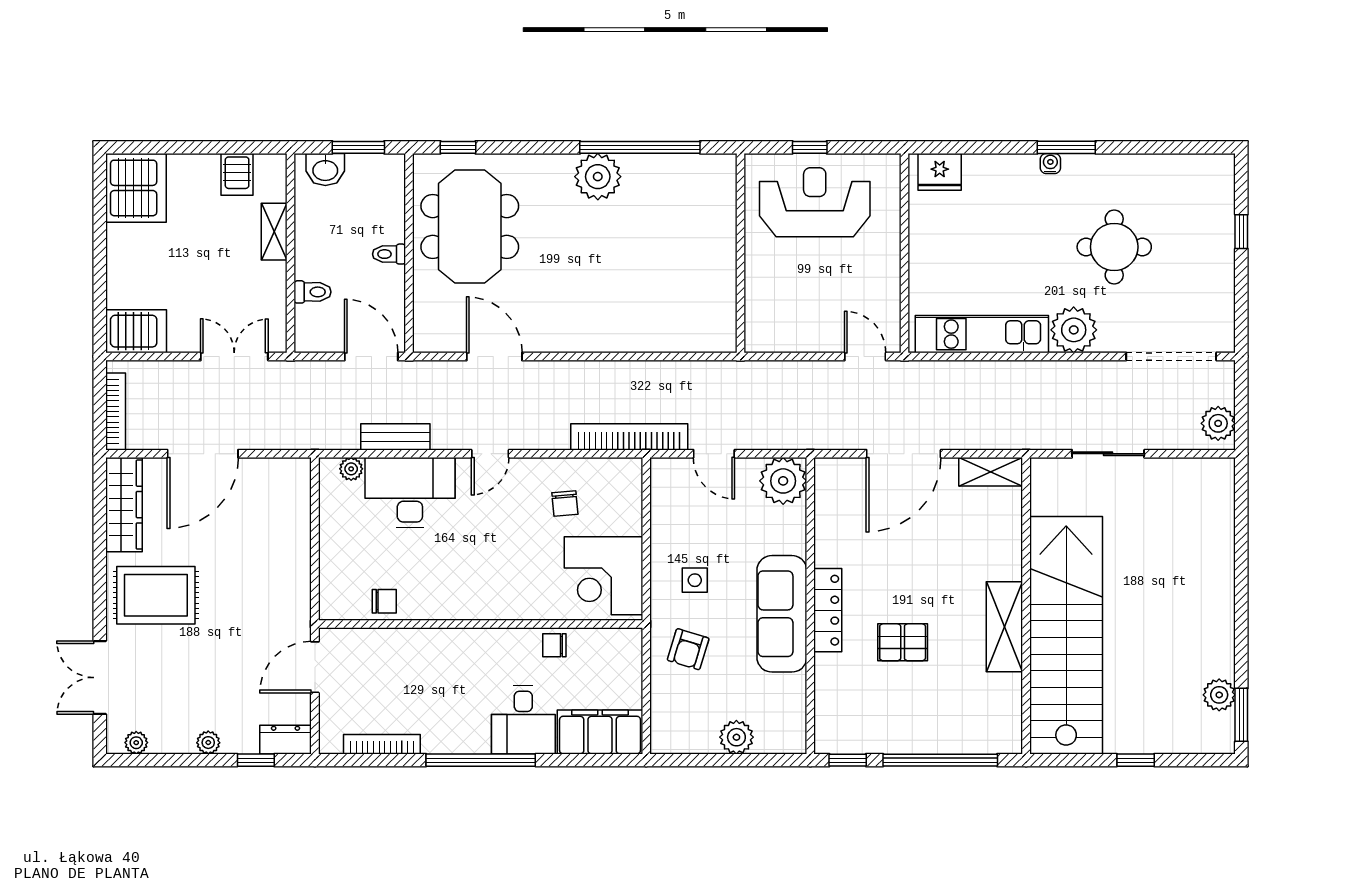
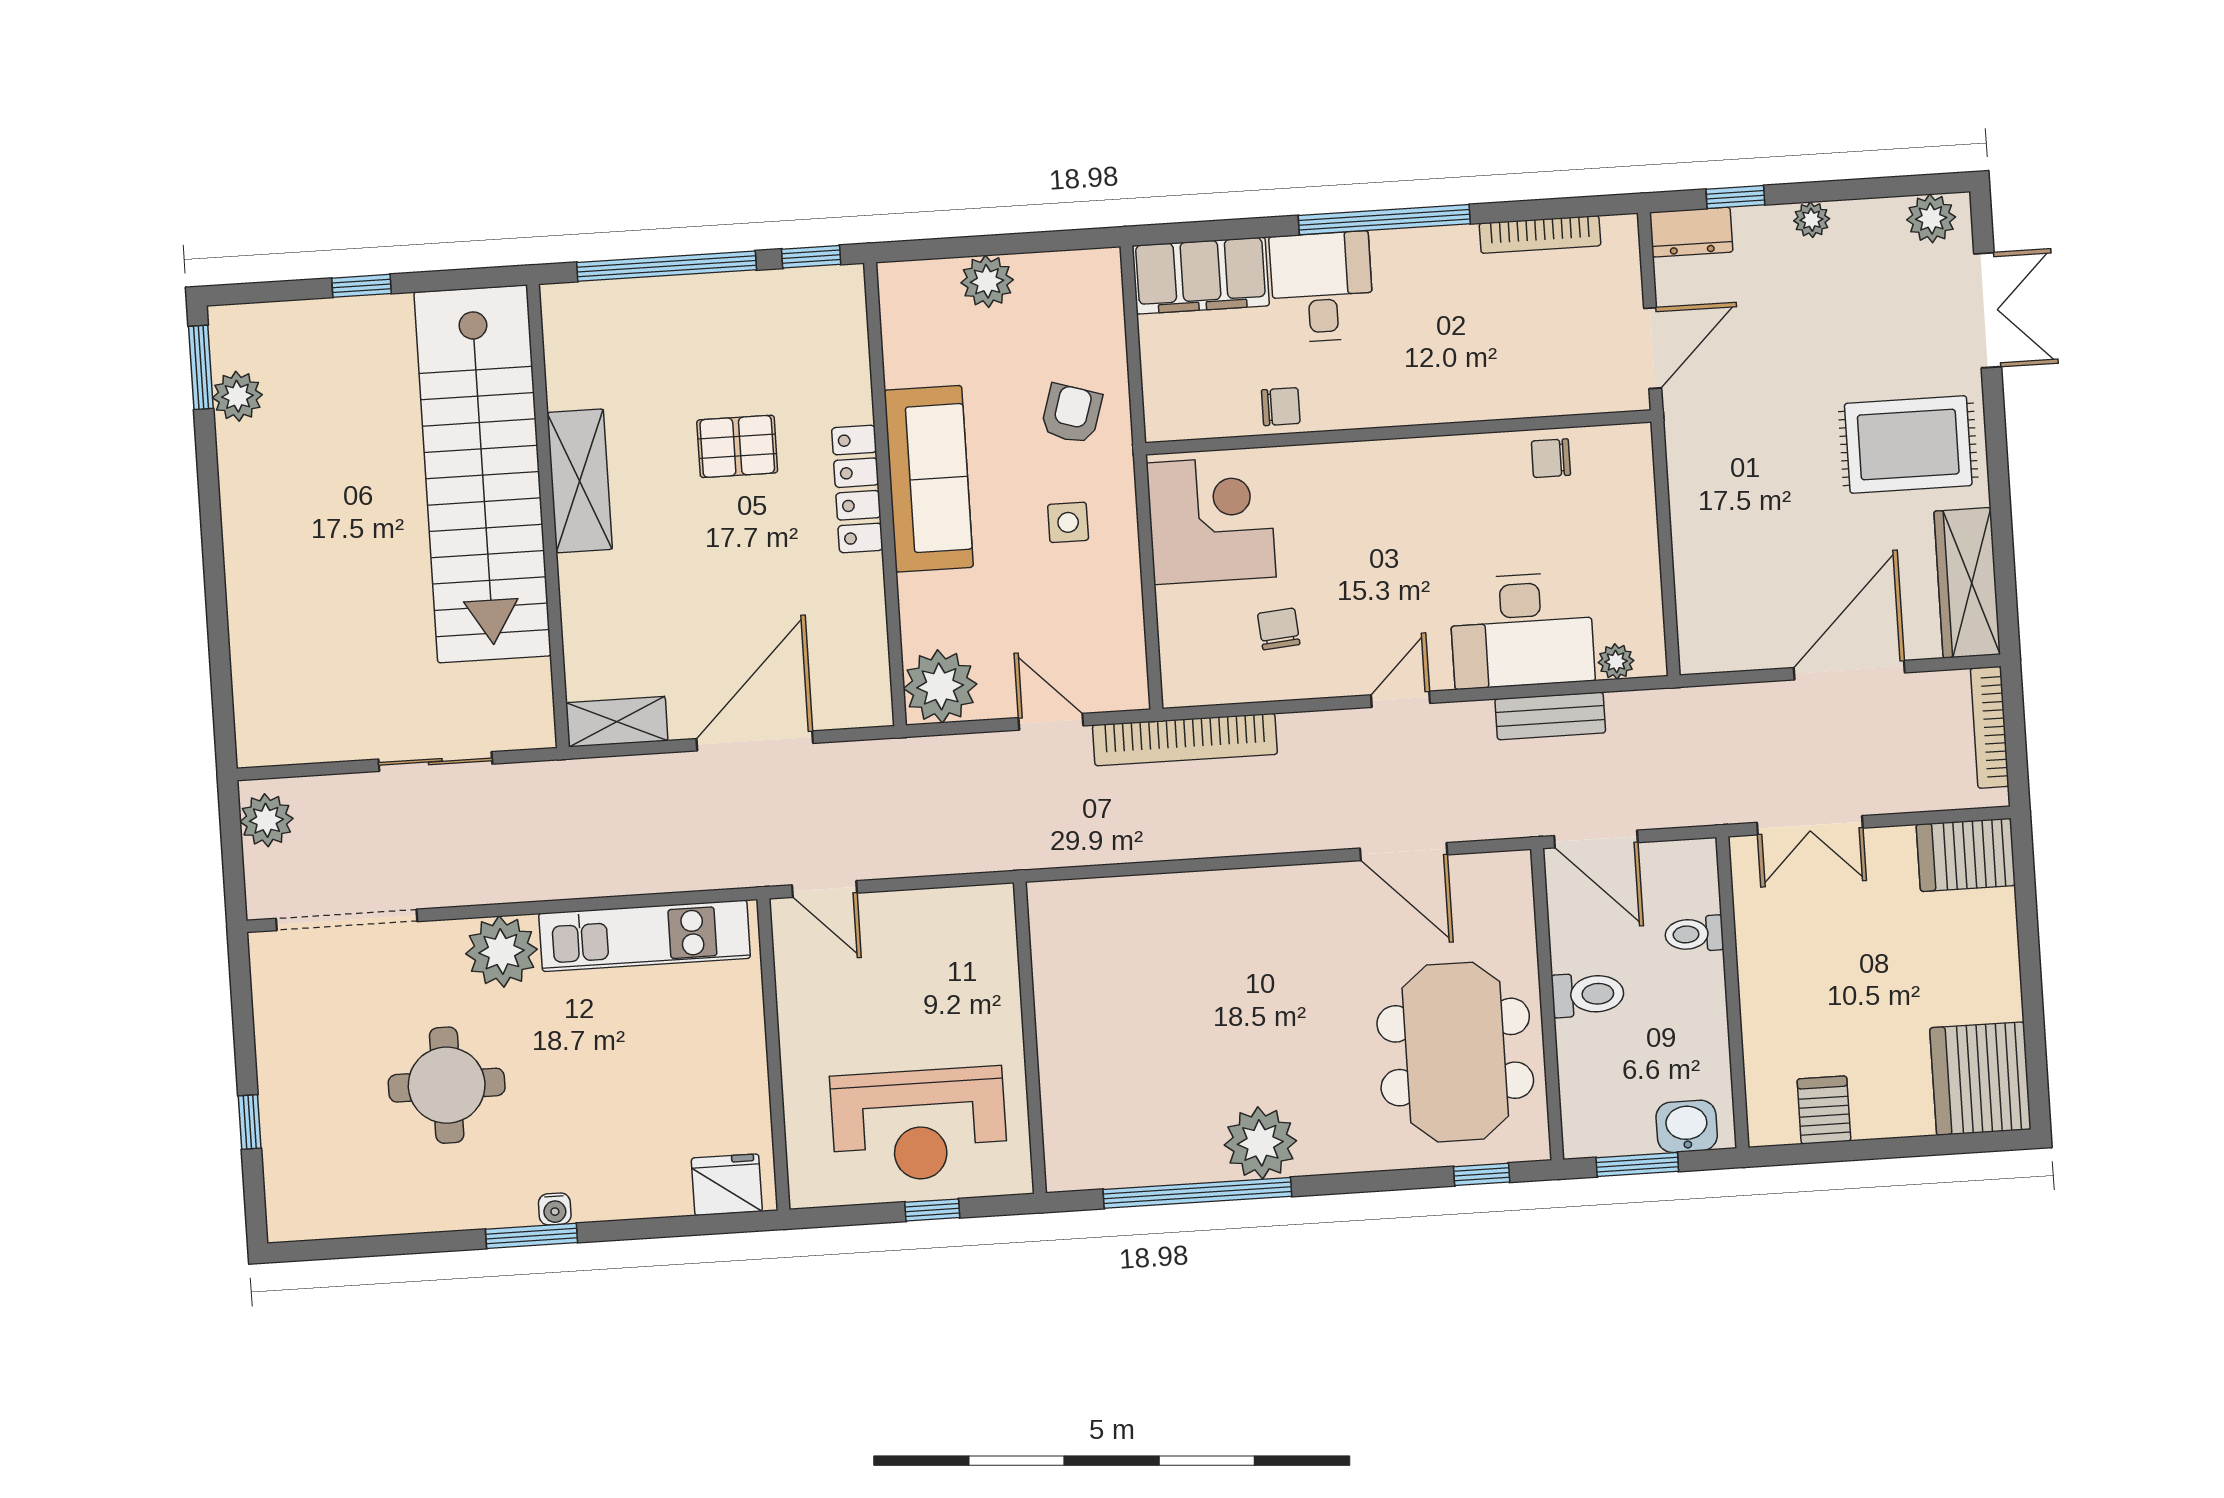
shelving: (274, 232) -> (1760, 1024), removed
toilet: (389, 254) -> (1588, 994), width x1.37, depth x1.39
plant: (136, 743) -> (1931, 218), width x1.38, depth x1.38

